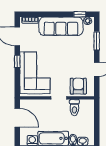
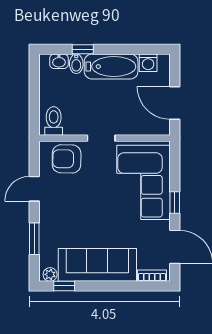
armchair: (78, 86) -> (67, 159), turned 91
toilet: (74, 108) -> (54, 121), moved

